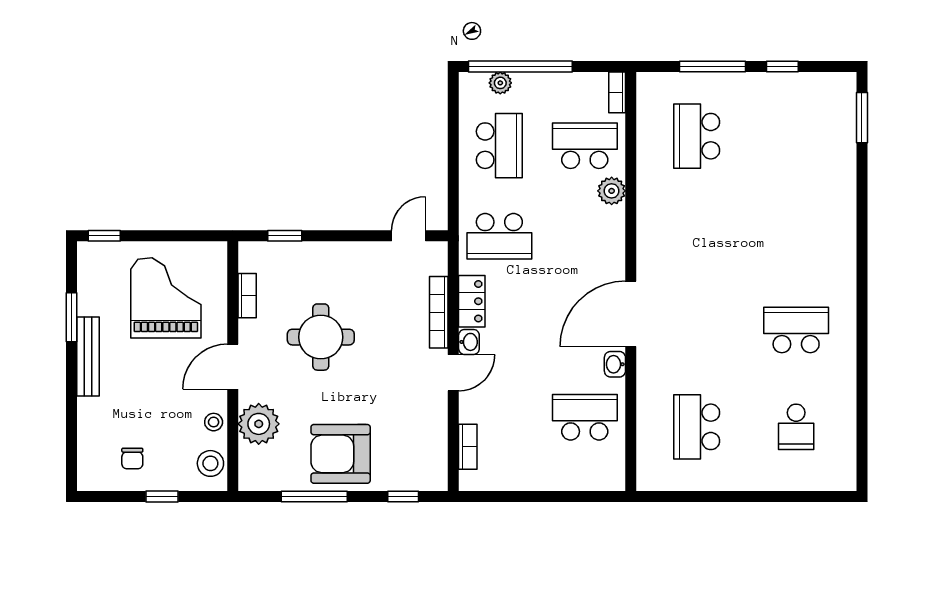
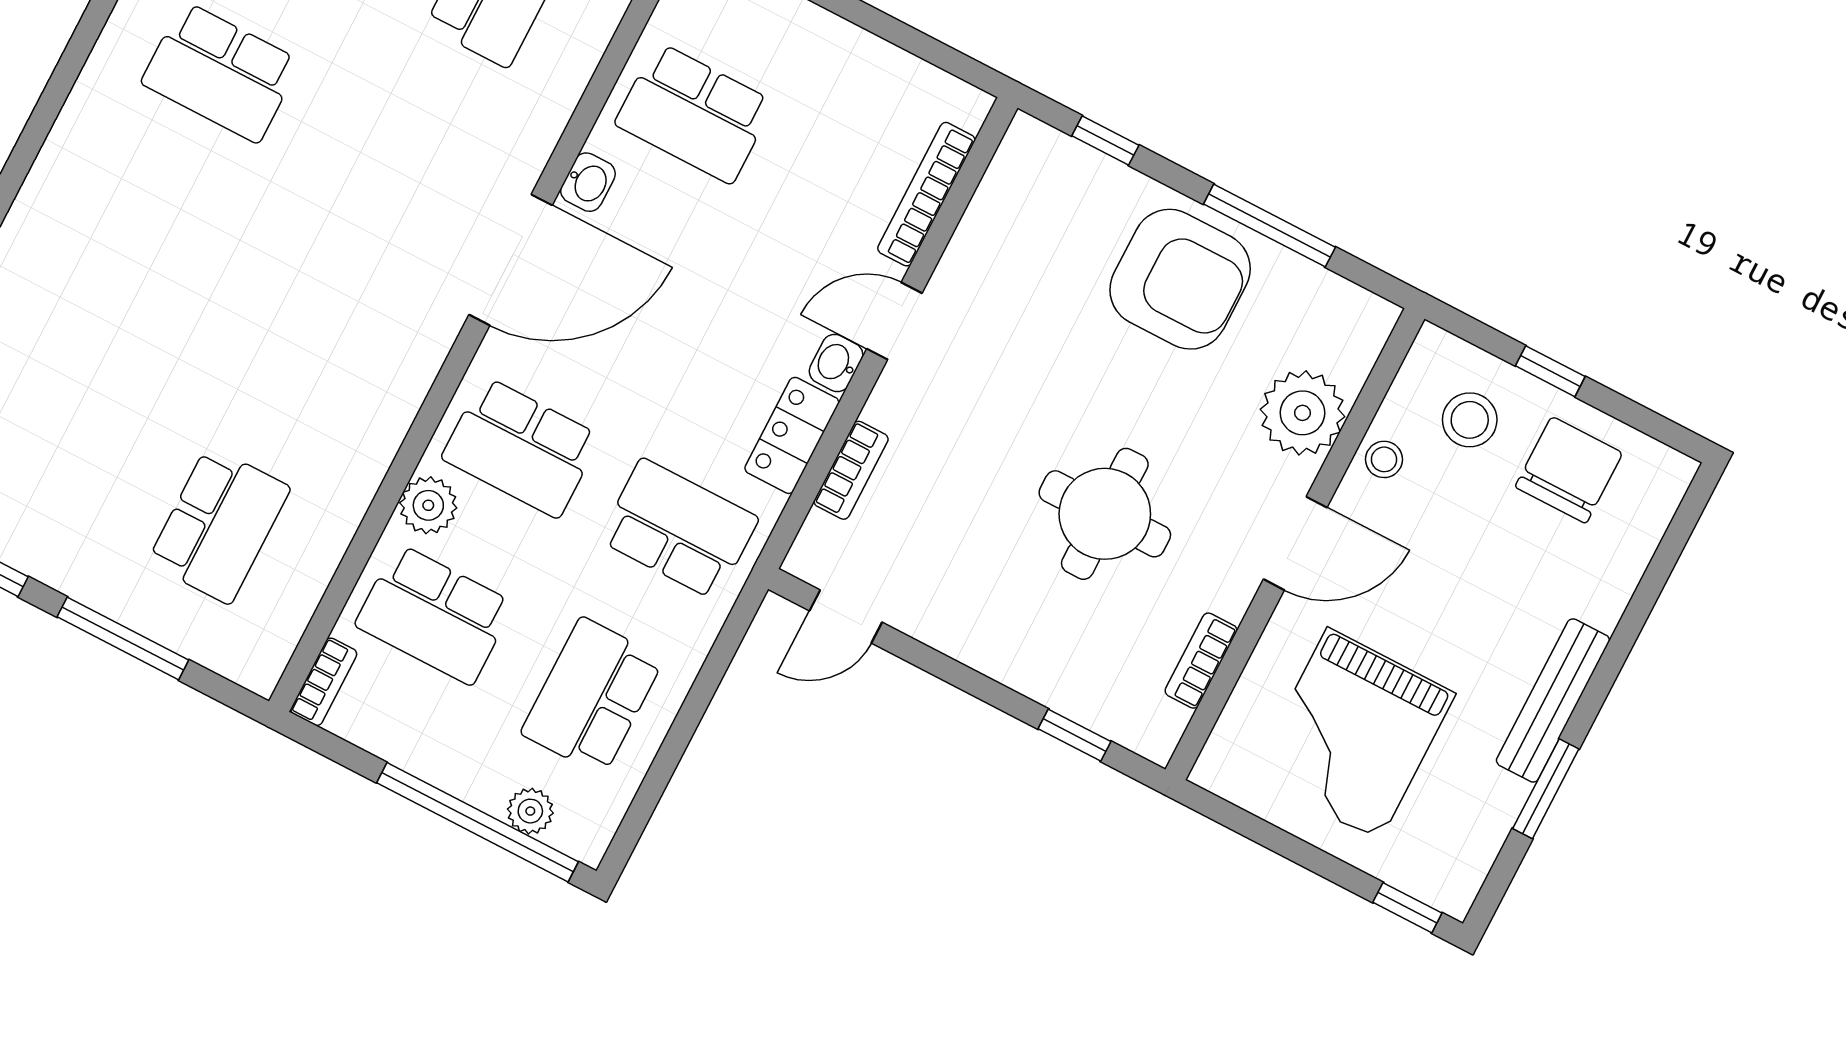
school desk: (585, 236) -> (521, 447), added
bookcase: (439, 312) -> (851, 470), width x0.64
bookcase: (468, 447) -> (926, 194), width x1.56
chair: (132, 458) -> (1569, 470), width x1.87, depth x1.87
stool: (210, 463) -> (1470, 420), moved

